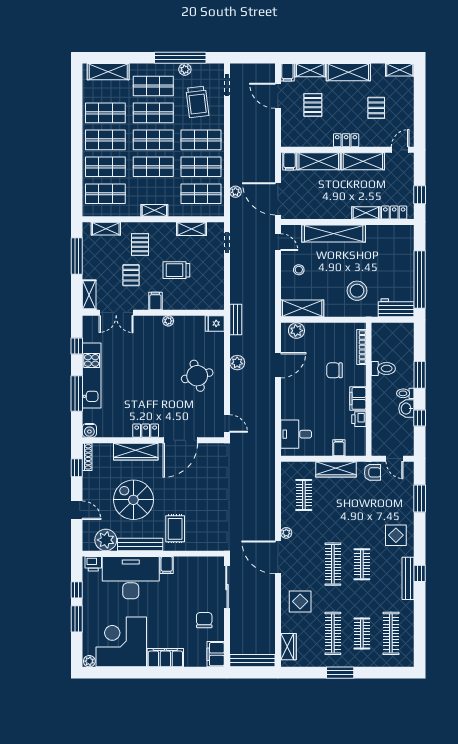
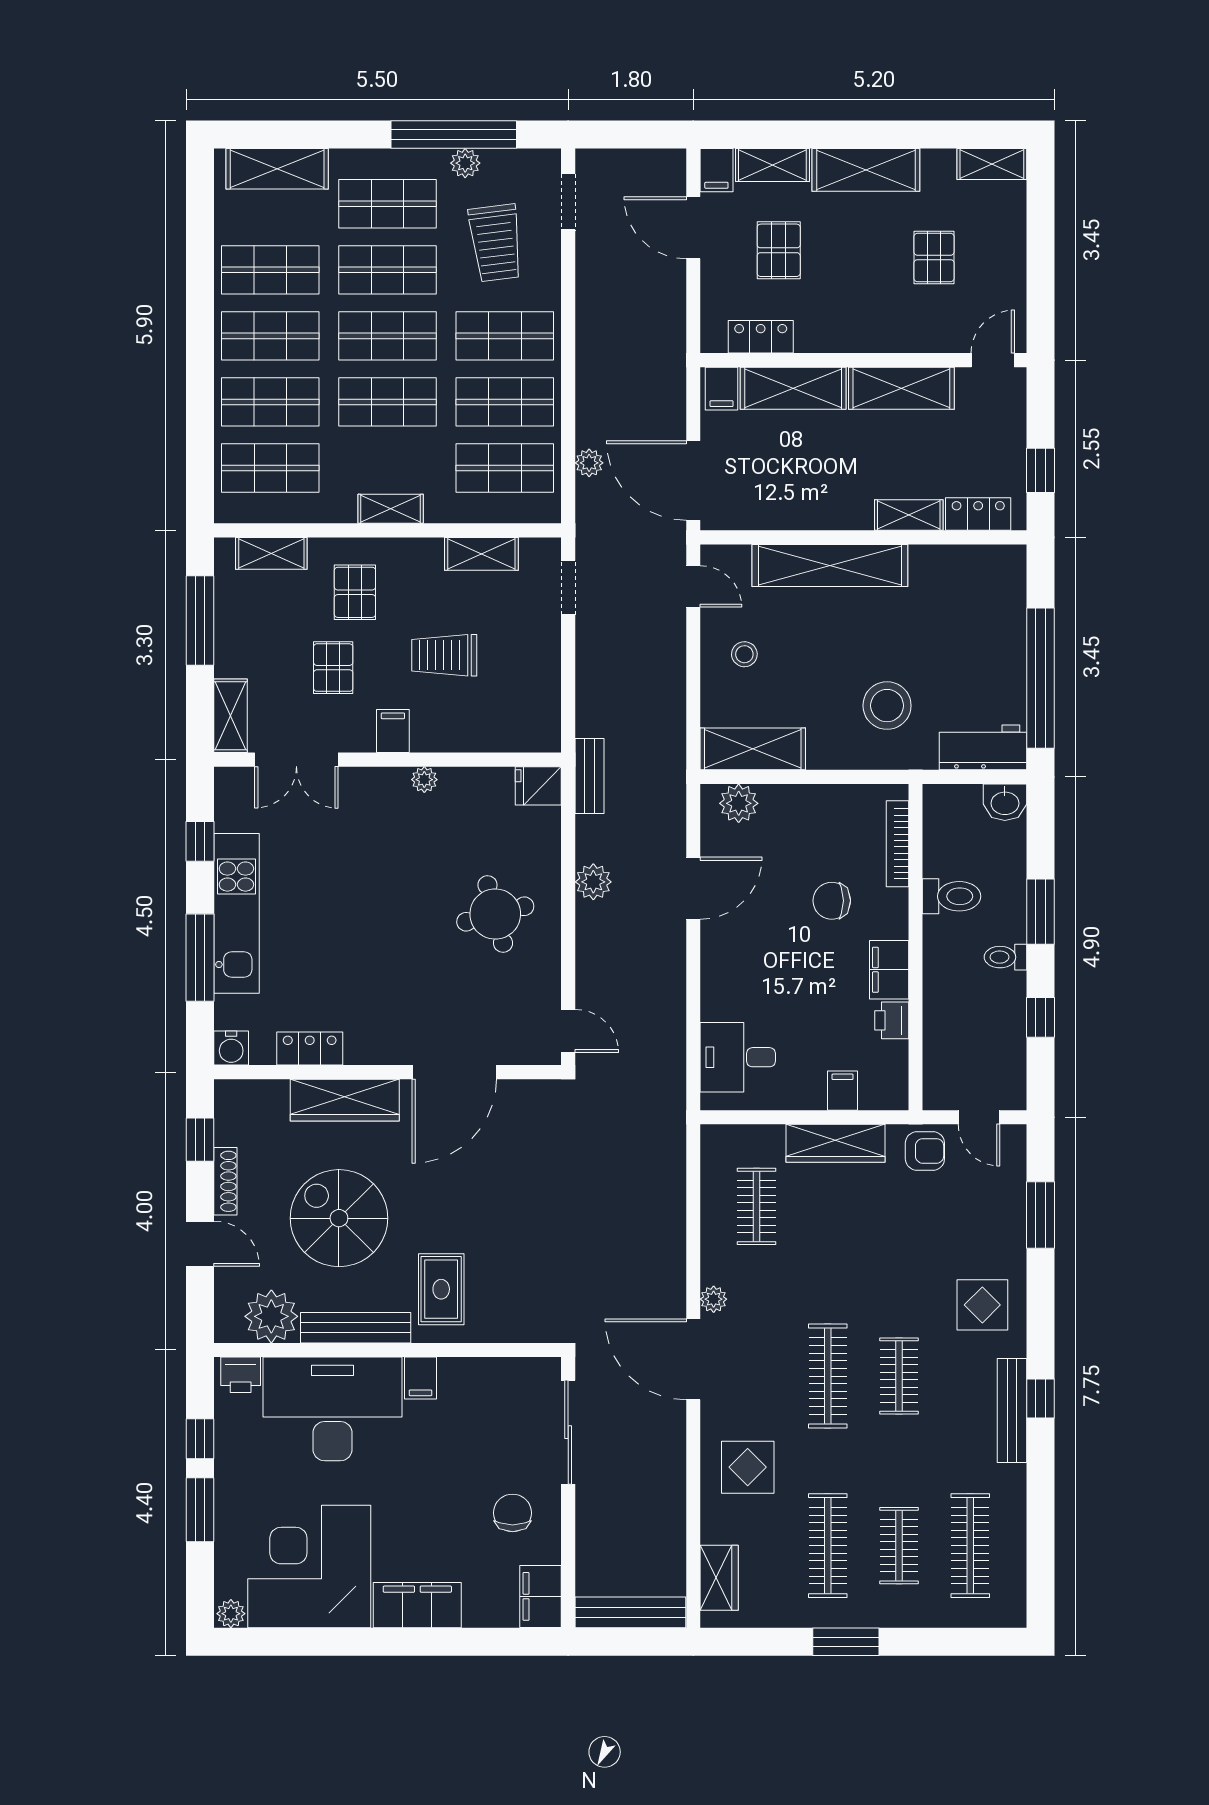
locker: (346, 140) -> (761, 337), moved
washbasin: (406, 409) -> (1005, 802), moved, turned -90
locker: (146, 431) -> (310, 1049), moved
shoe rack: (87, 457) -> (225, 1181), moved

